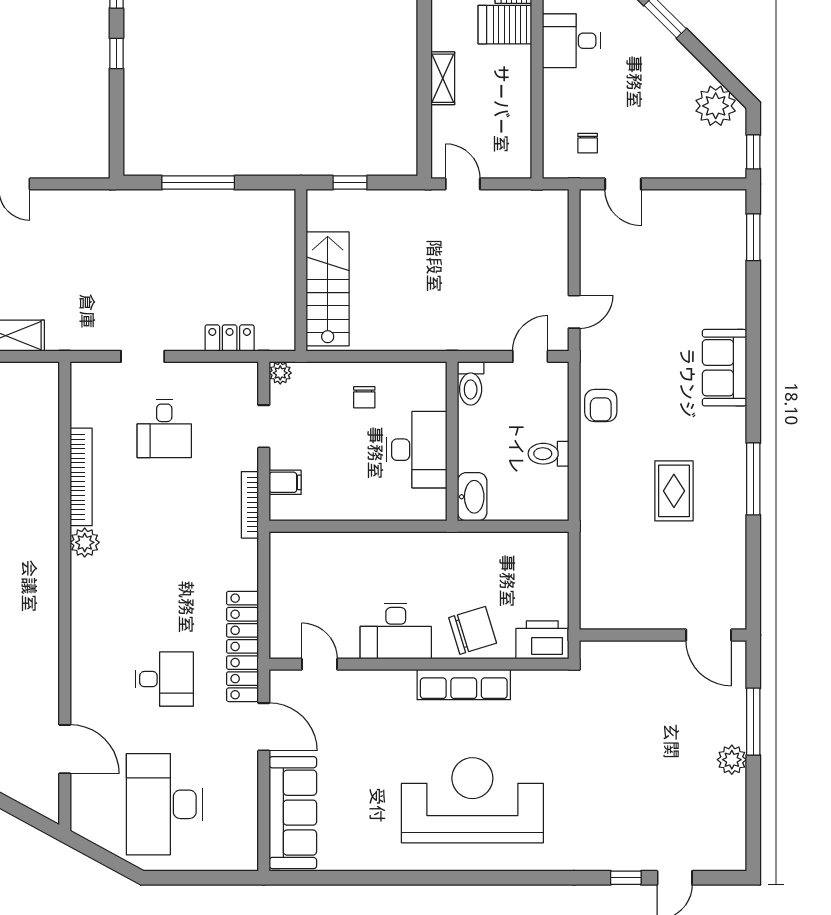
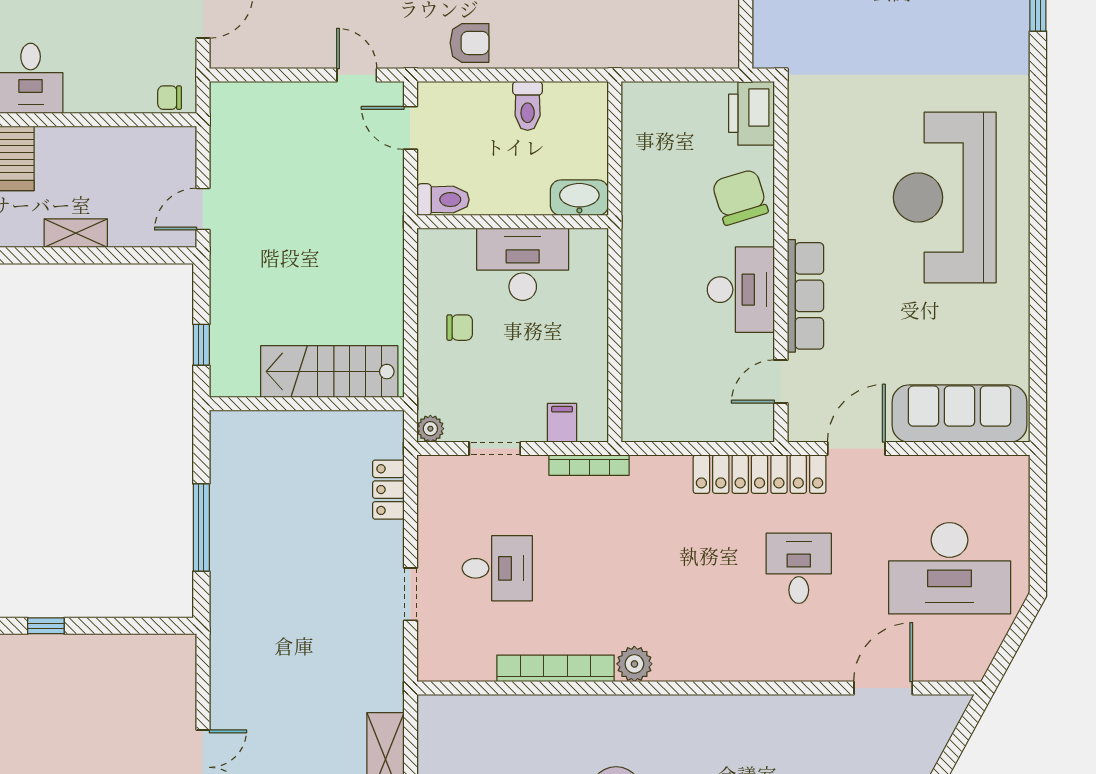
chair: (588, 143) -> (170, 98), moved, turned 180
row of seats: (464, 685) -> (805, 296), moved

